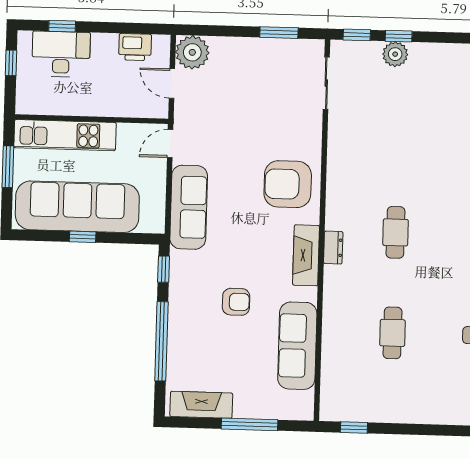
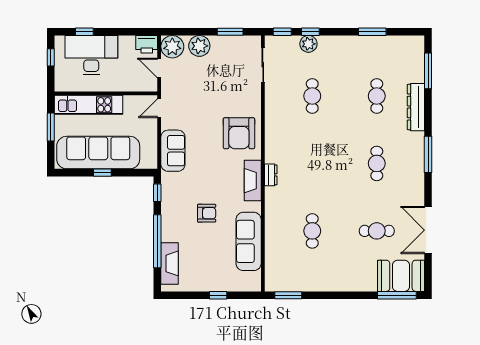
printer: (135, 47) -> (147, 44), moved
plant: (233, 52) -> (199, 46), added
desk: (61, 54) -> (91, 55), width x1.36, depth x1.30
armchair: (288, 184) -> (239, 133), turned -90
sofa: (189, 207) -> (173, 151), width x0.73
cafe table: (395, 232) -> (312, 96), moved
fireplace: (201, 405) -> (170, 263), moved, turned 90
window: (249, 424) -> (218, 295), width x0.46
window: (354, 427) -> (288, 295), width x1.50

